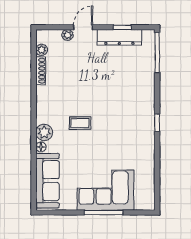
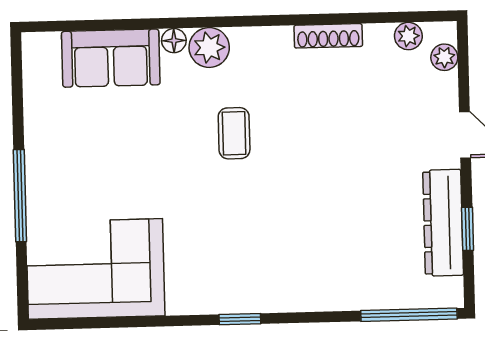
plant: (67, 35) -> (444, 57), moved
shoe rack: (41, 71) -> (328, 36), moved
sofa: (48, 181) -> (111, 58), width x0.73
corner sofa: (105, 190) -> (95, 269), moved, turned -90

